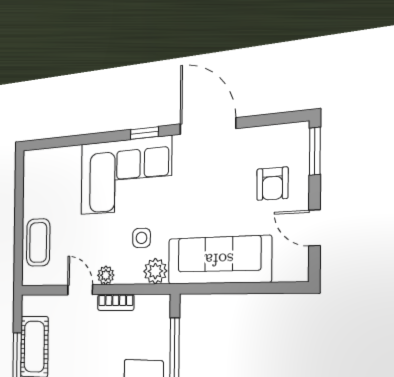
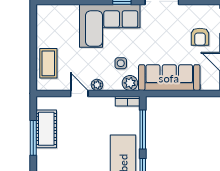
bookcase: (116, 302) -> (128, 101), moved

